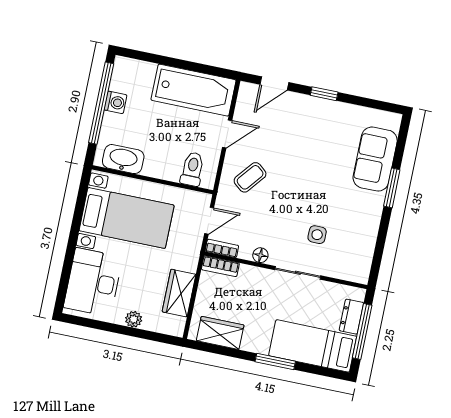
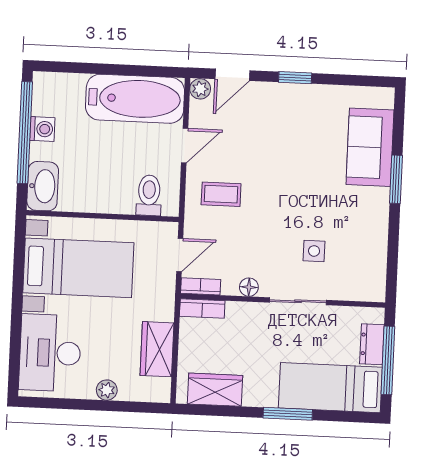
plant: (247, 91) -> (200, 89), added
washbasin: (123, 159) -> (43, 186), moved, turned 90
coffee table: (250, 177) -> (221, 194), turned 51

